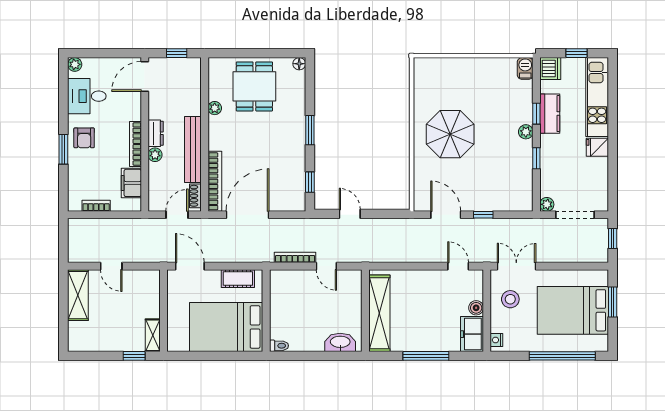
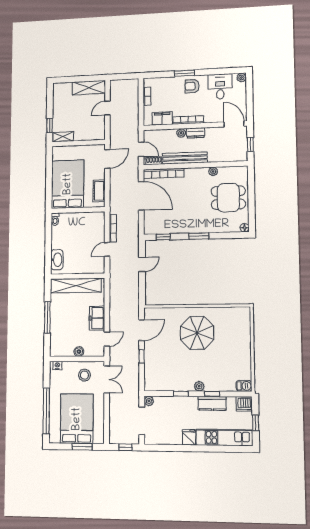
freezer: (472, 334) -> (97, 318), moved, turned -90

